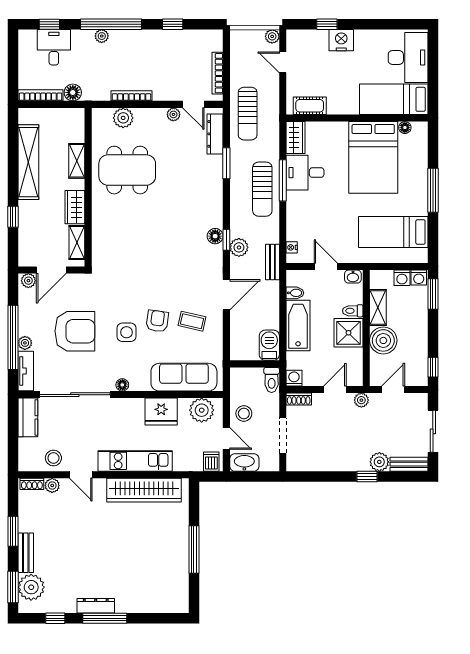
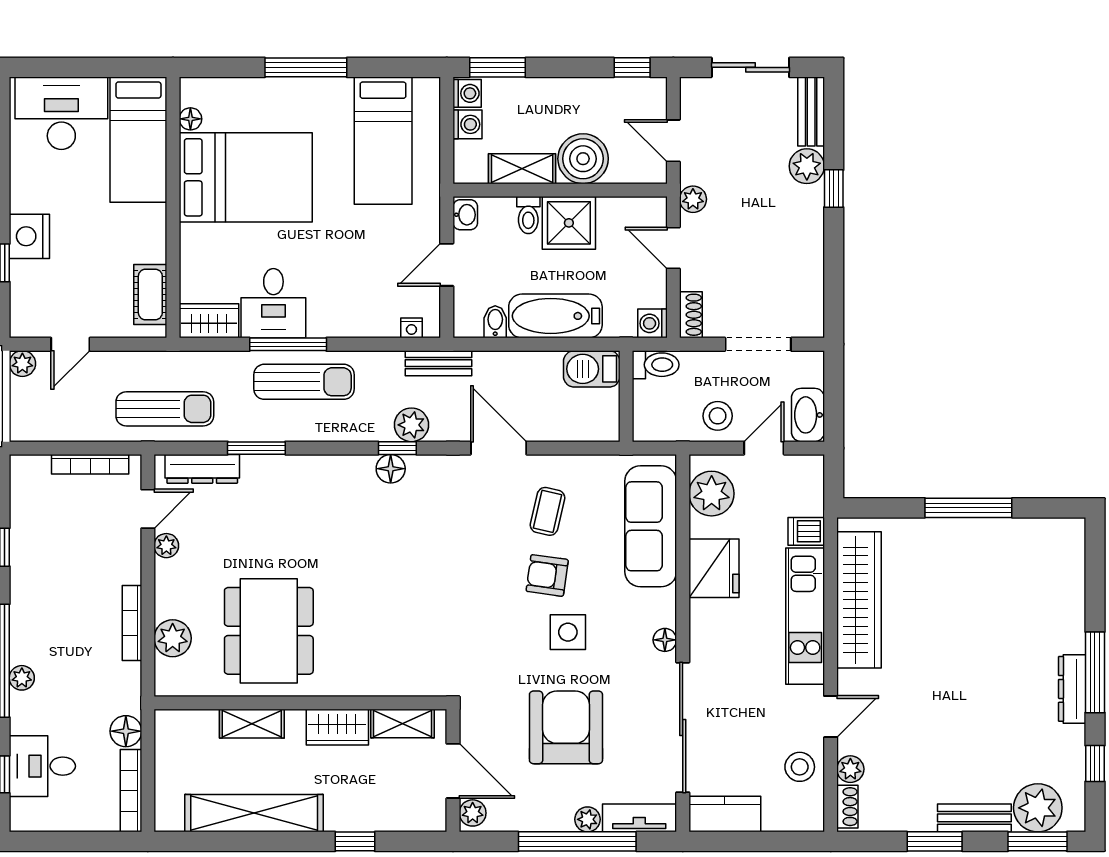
dishwasher: (211, 462) -> (806, 531), moved

